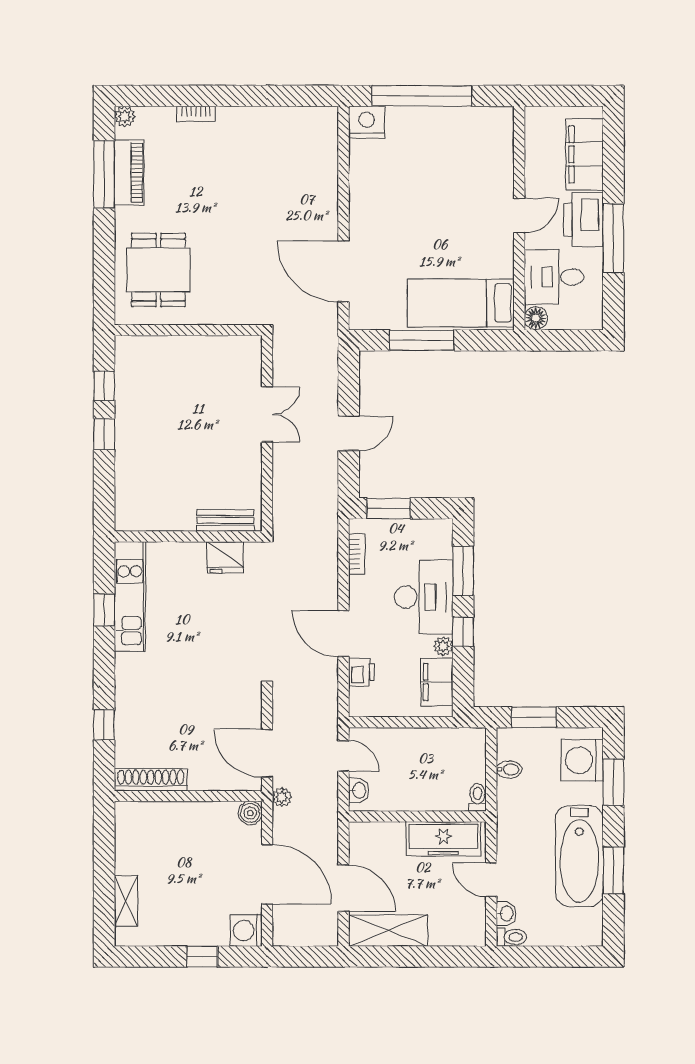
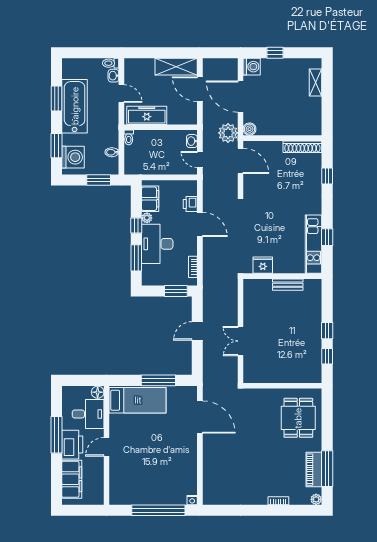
nightstand: (367, 122) -> (192, 500), width x0.53, depth x0.56
bench: (225, 520) -> (288, 285), moved
plant: (282, 797) -> (228, 133), width x1.88, depth x1.88

